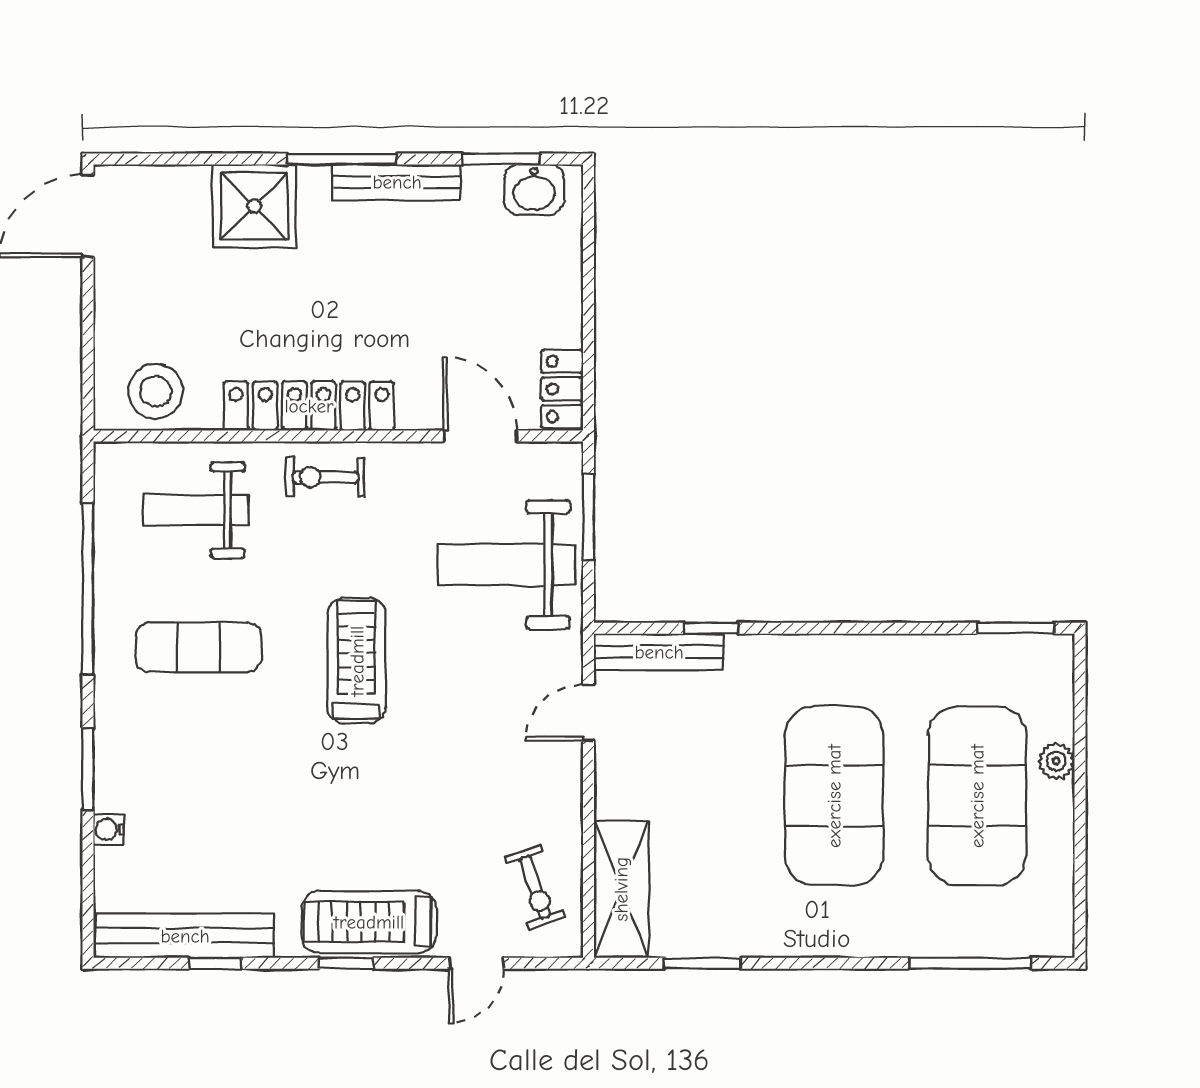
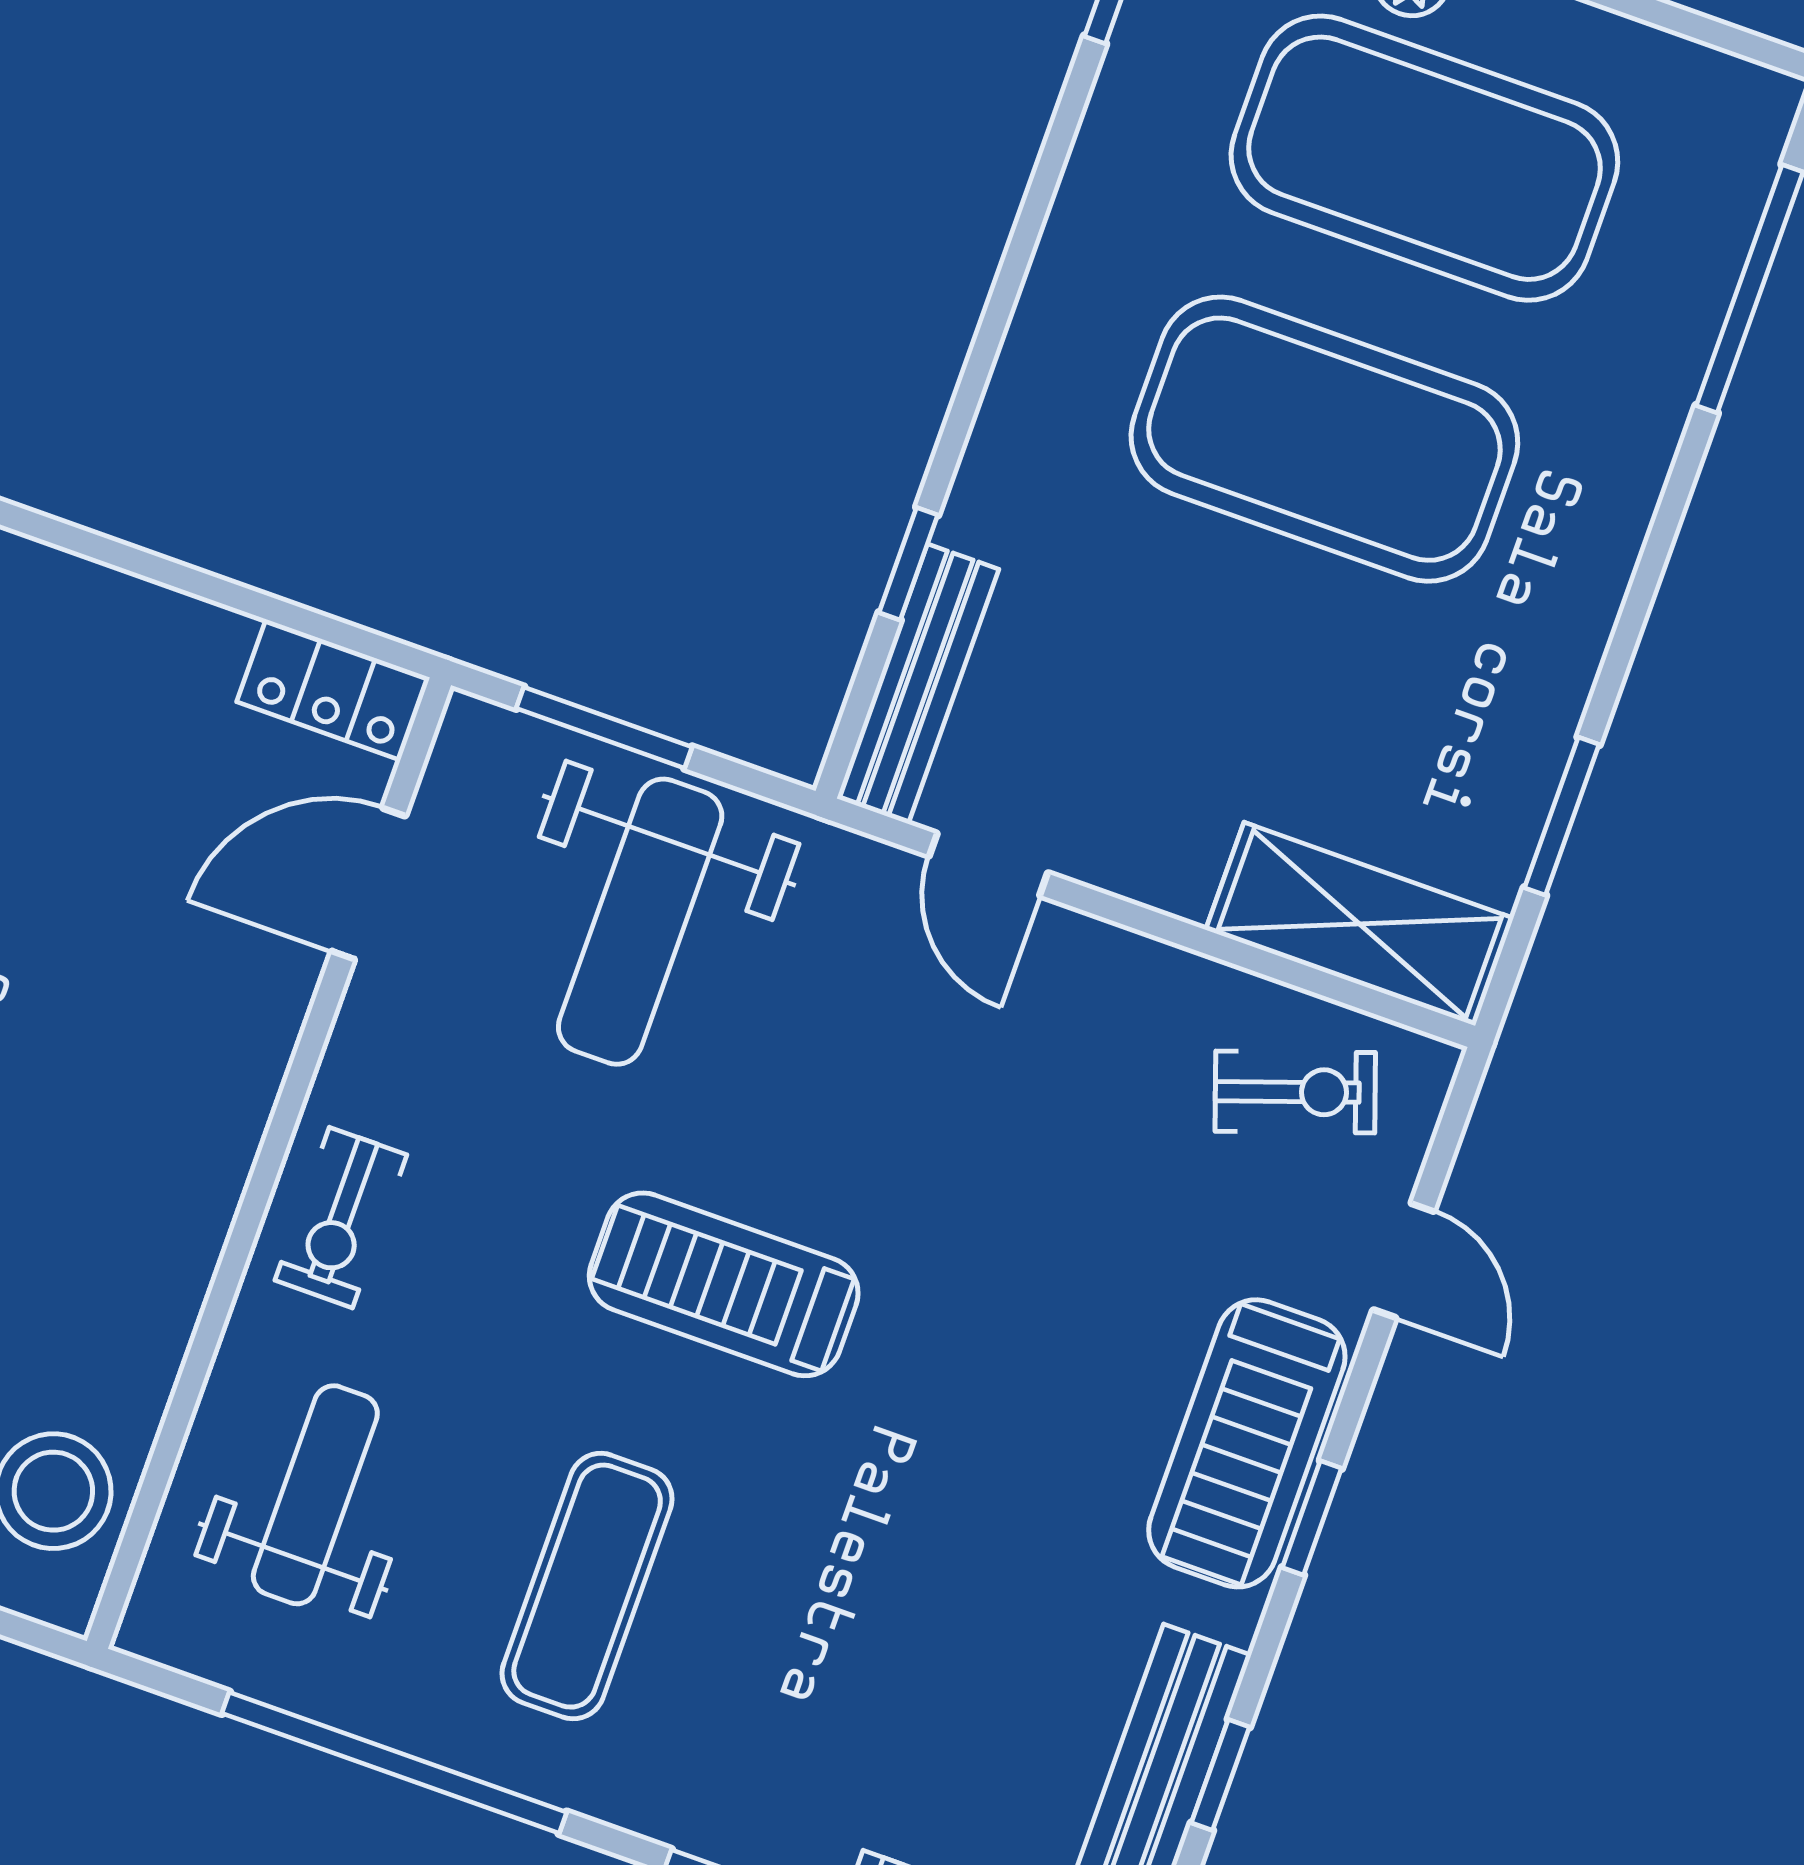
locker: (309, 406) -> (189, 1200), removed
weight bench: (196, 510) -> (315, 1495), turned 180

